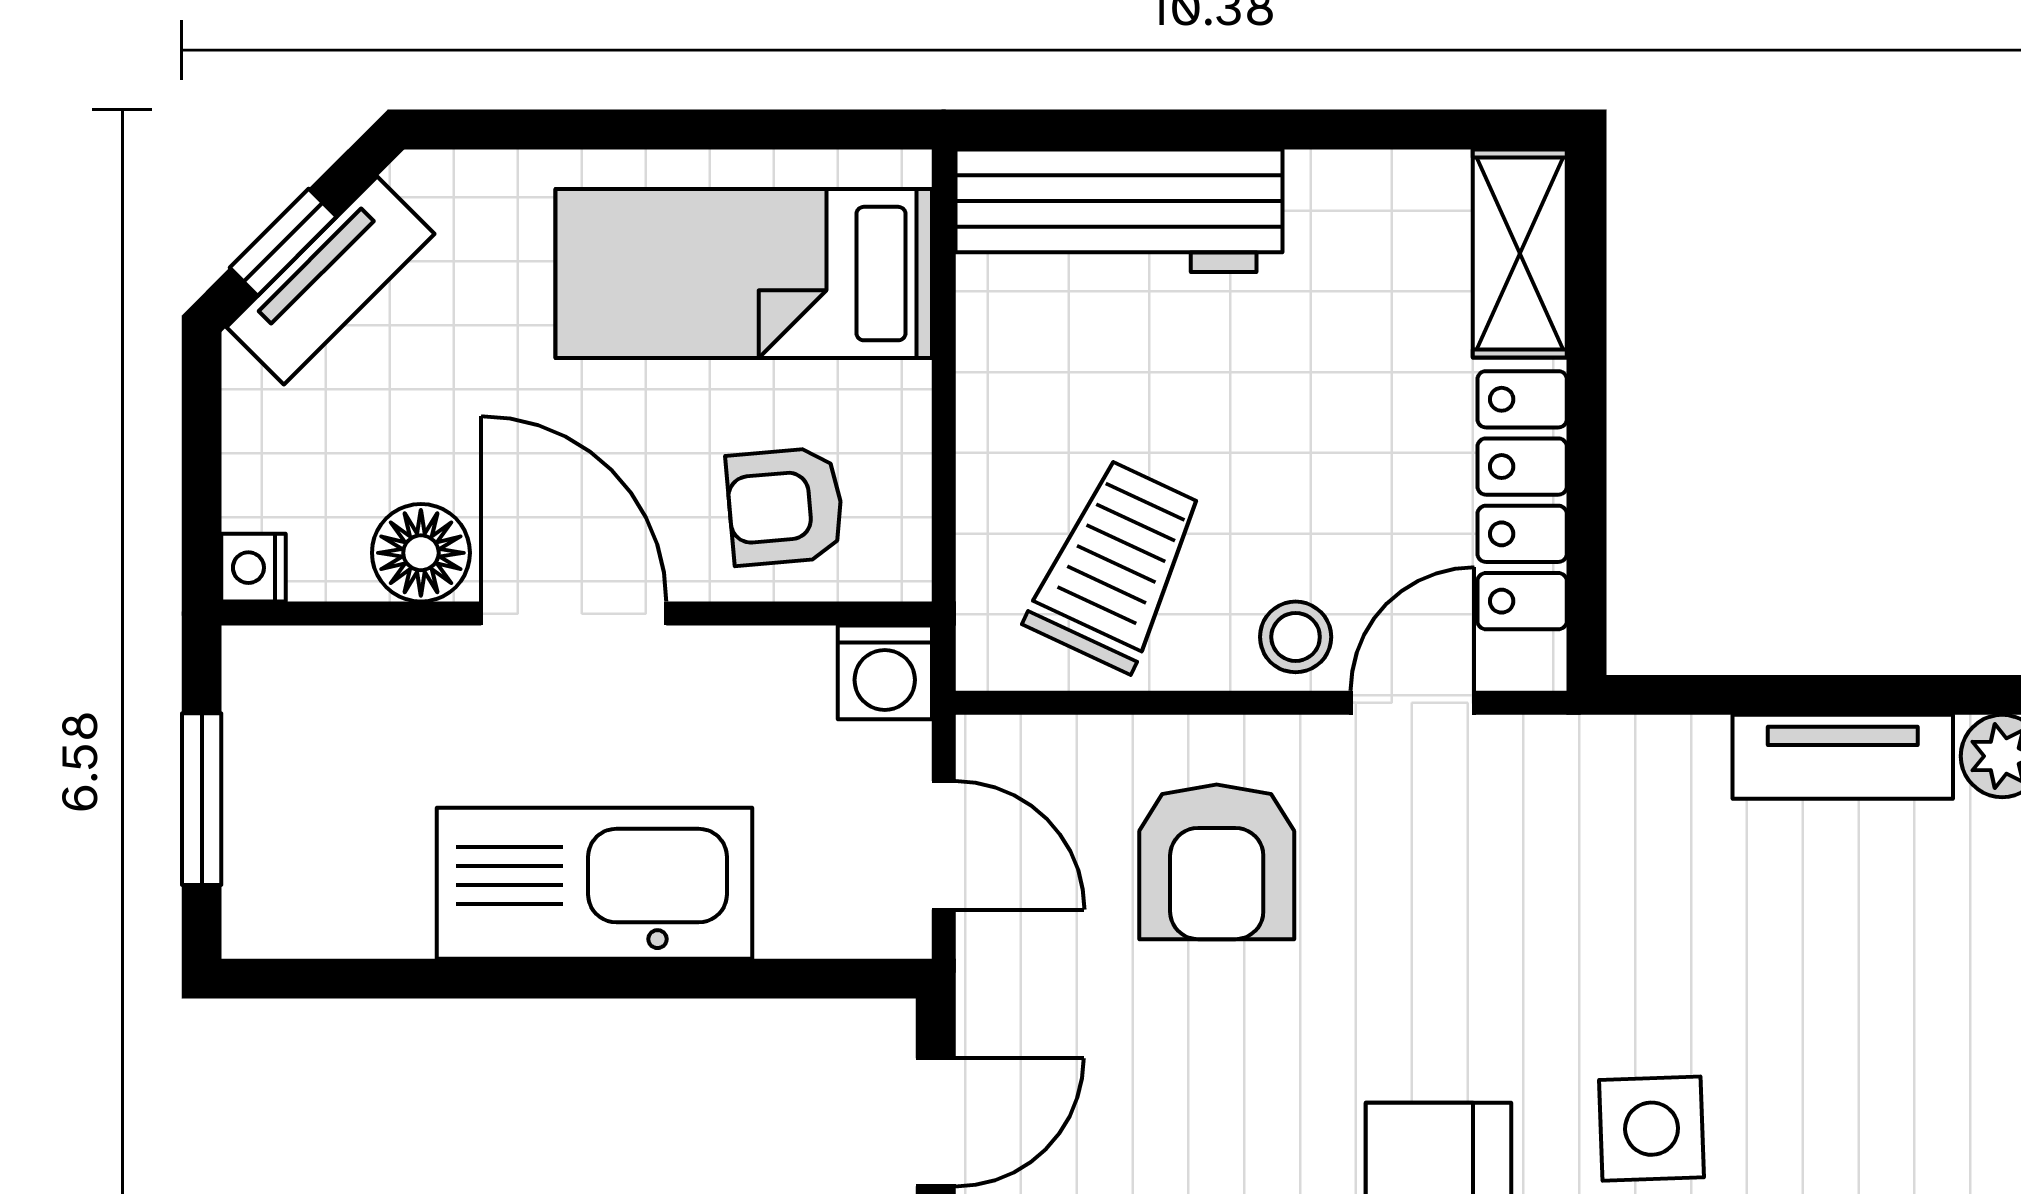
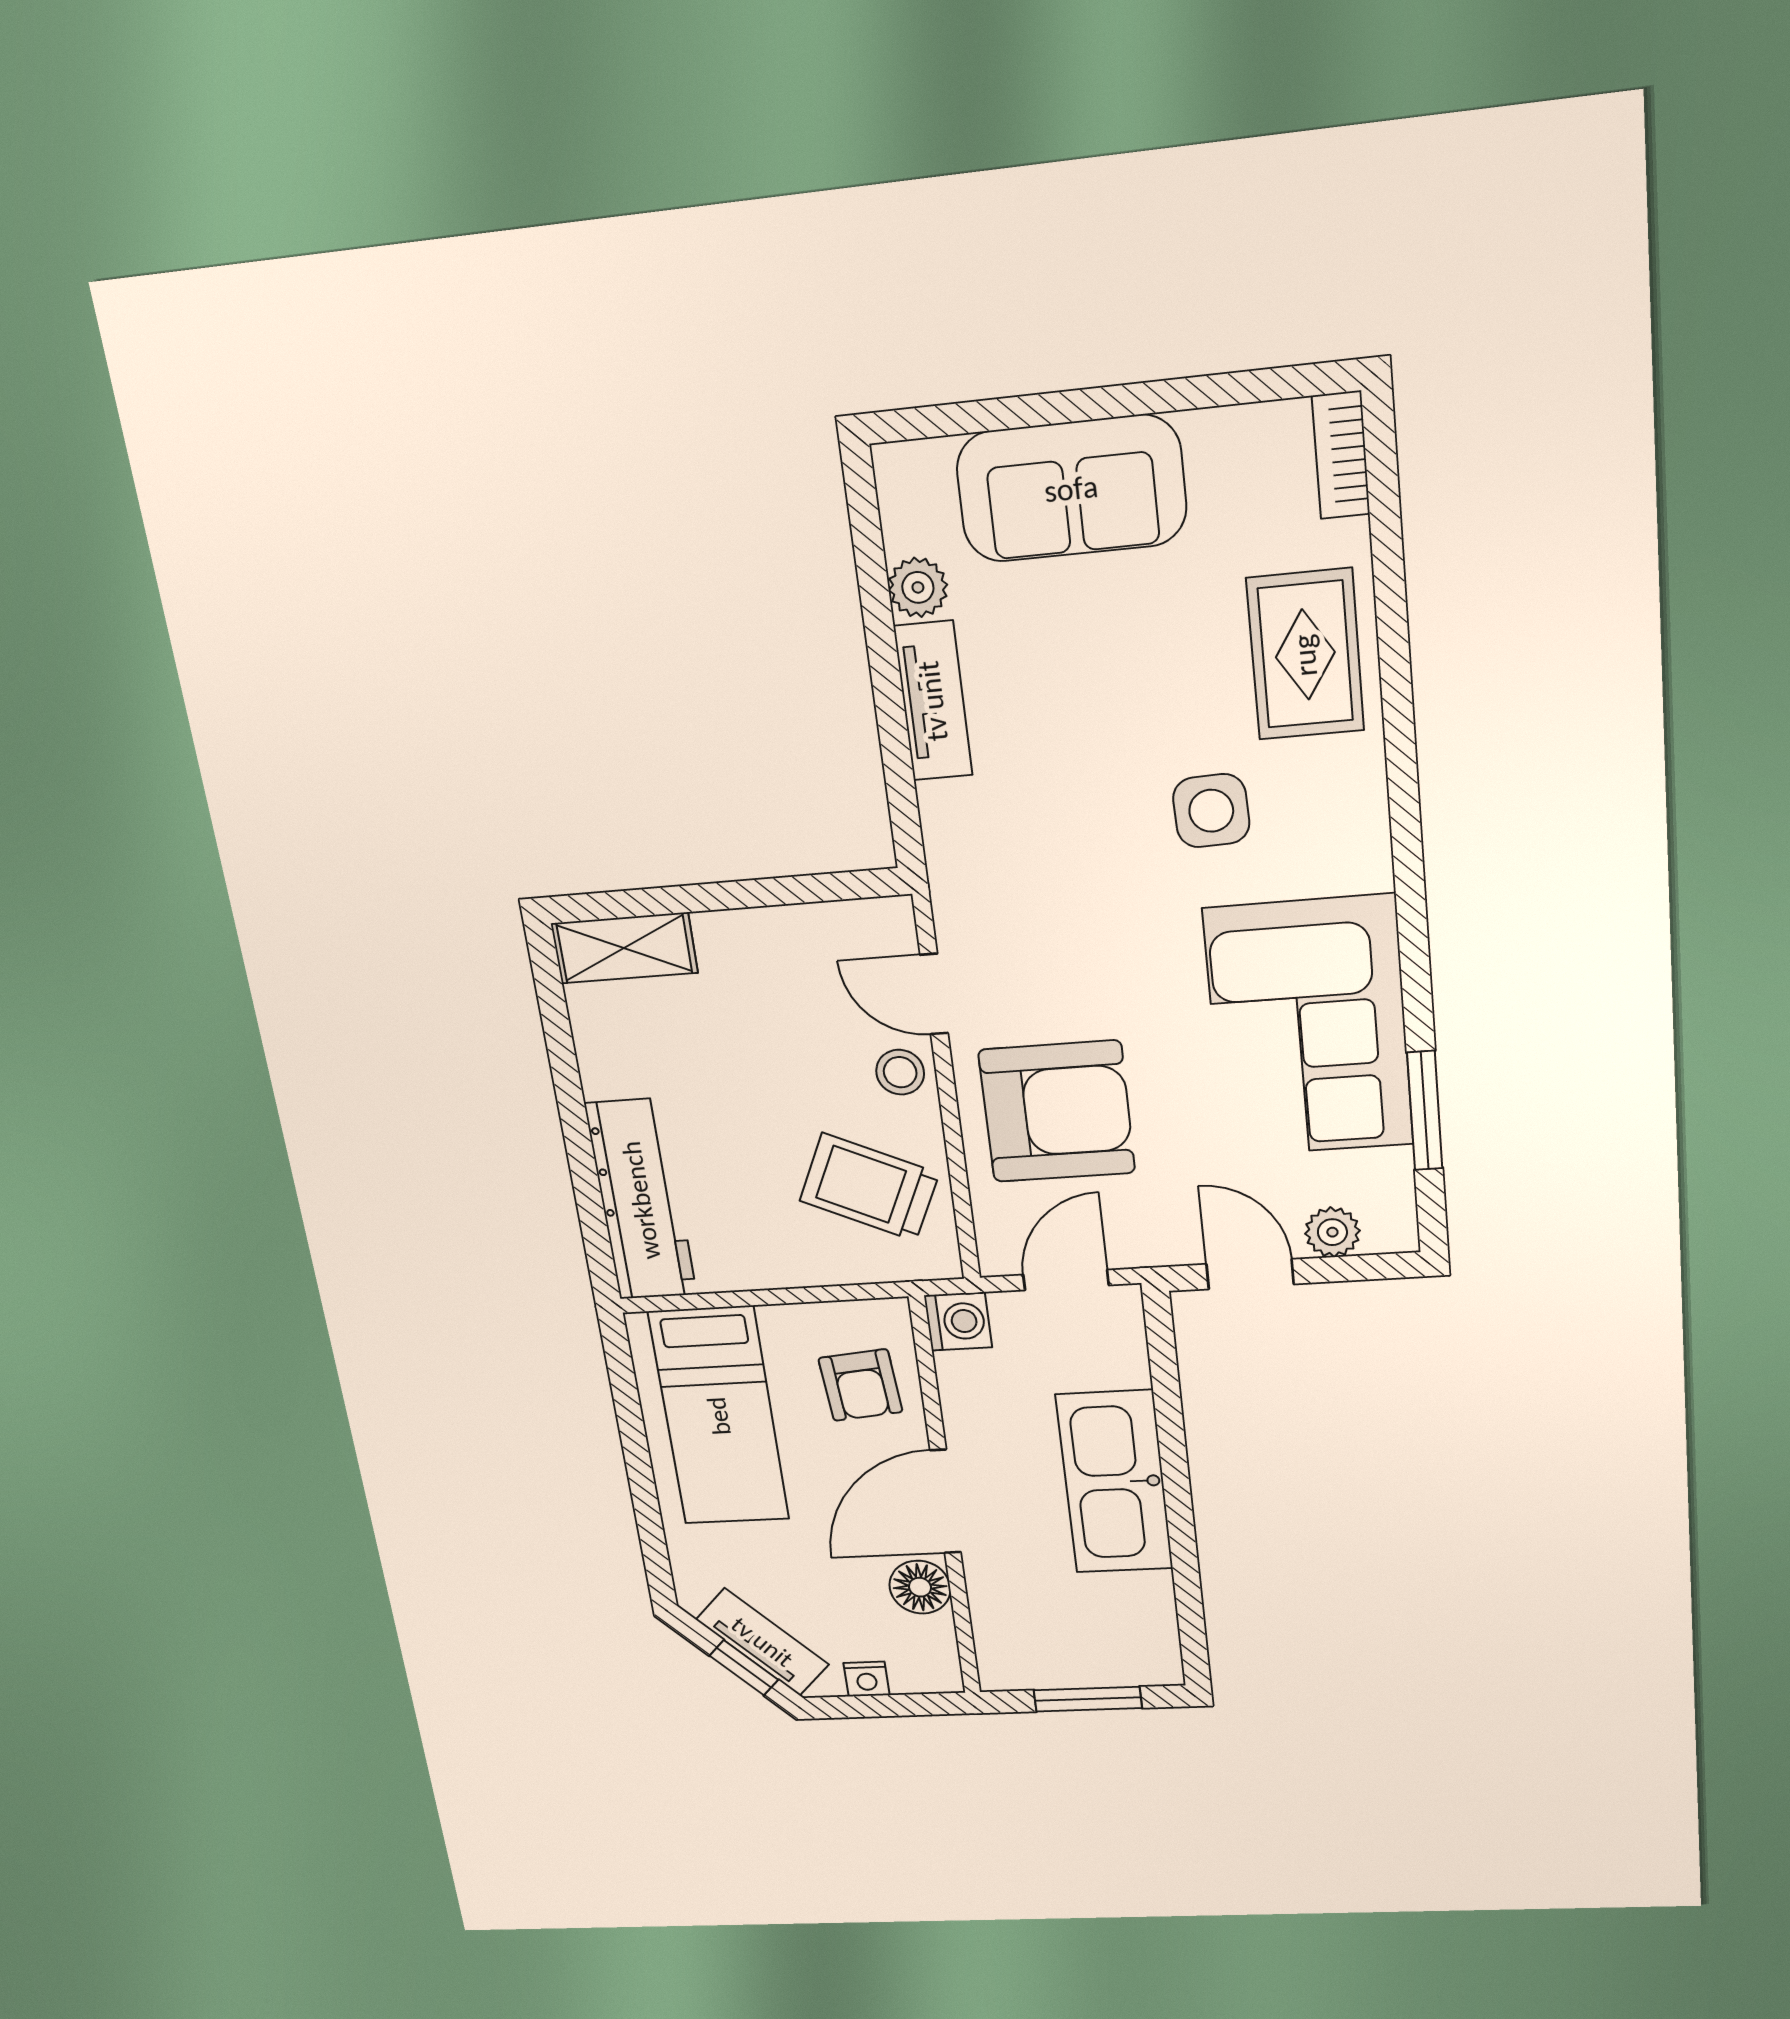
locker: (1522, 500) -> (788, 933), removed
nightstand: (254, 568) -> (867, 1679), moved
armchair: (1217, 862) -> (1057, 1111), width x1.36, depth x1.36

